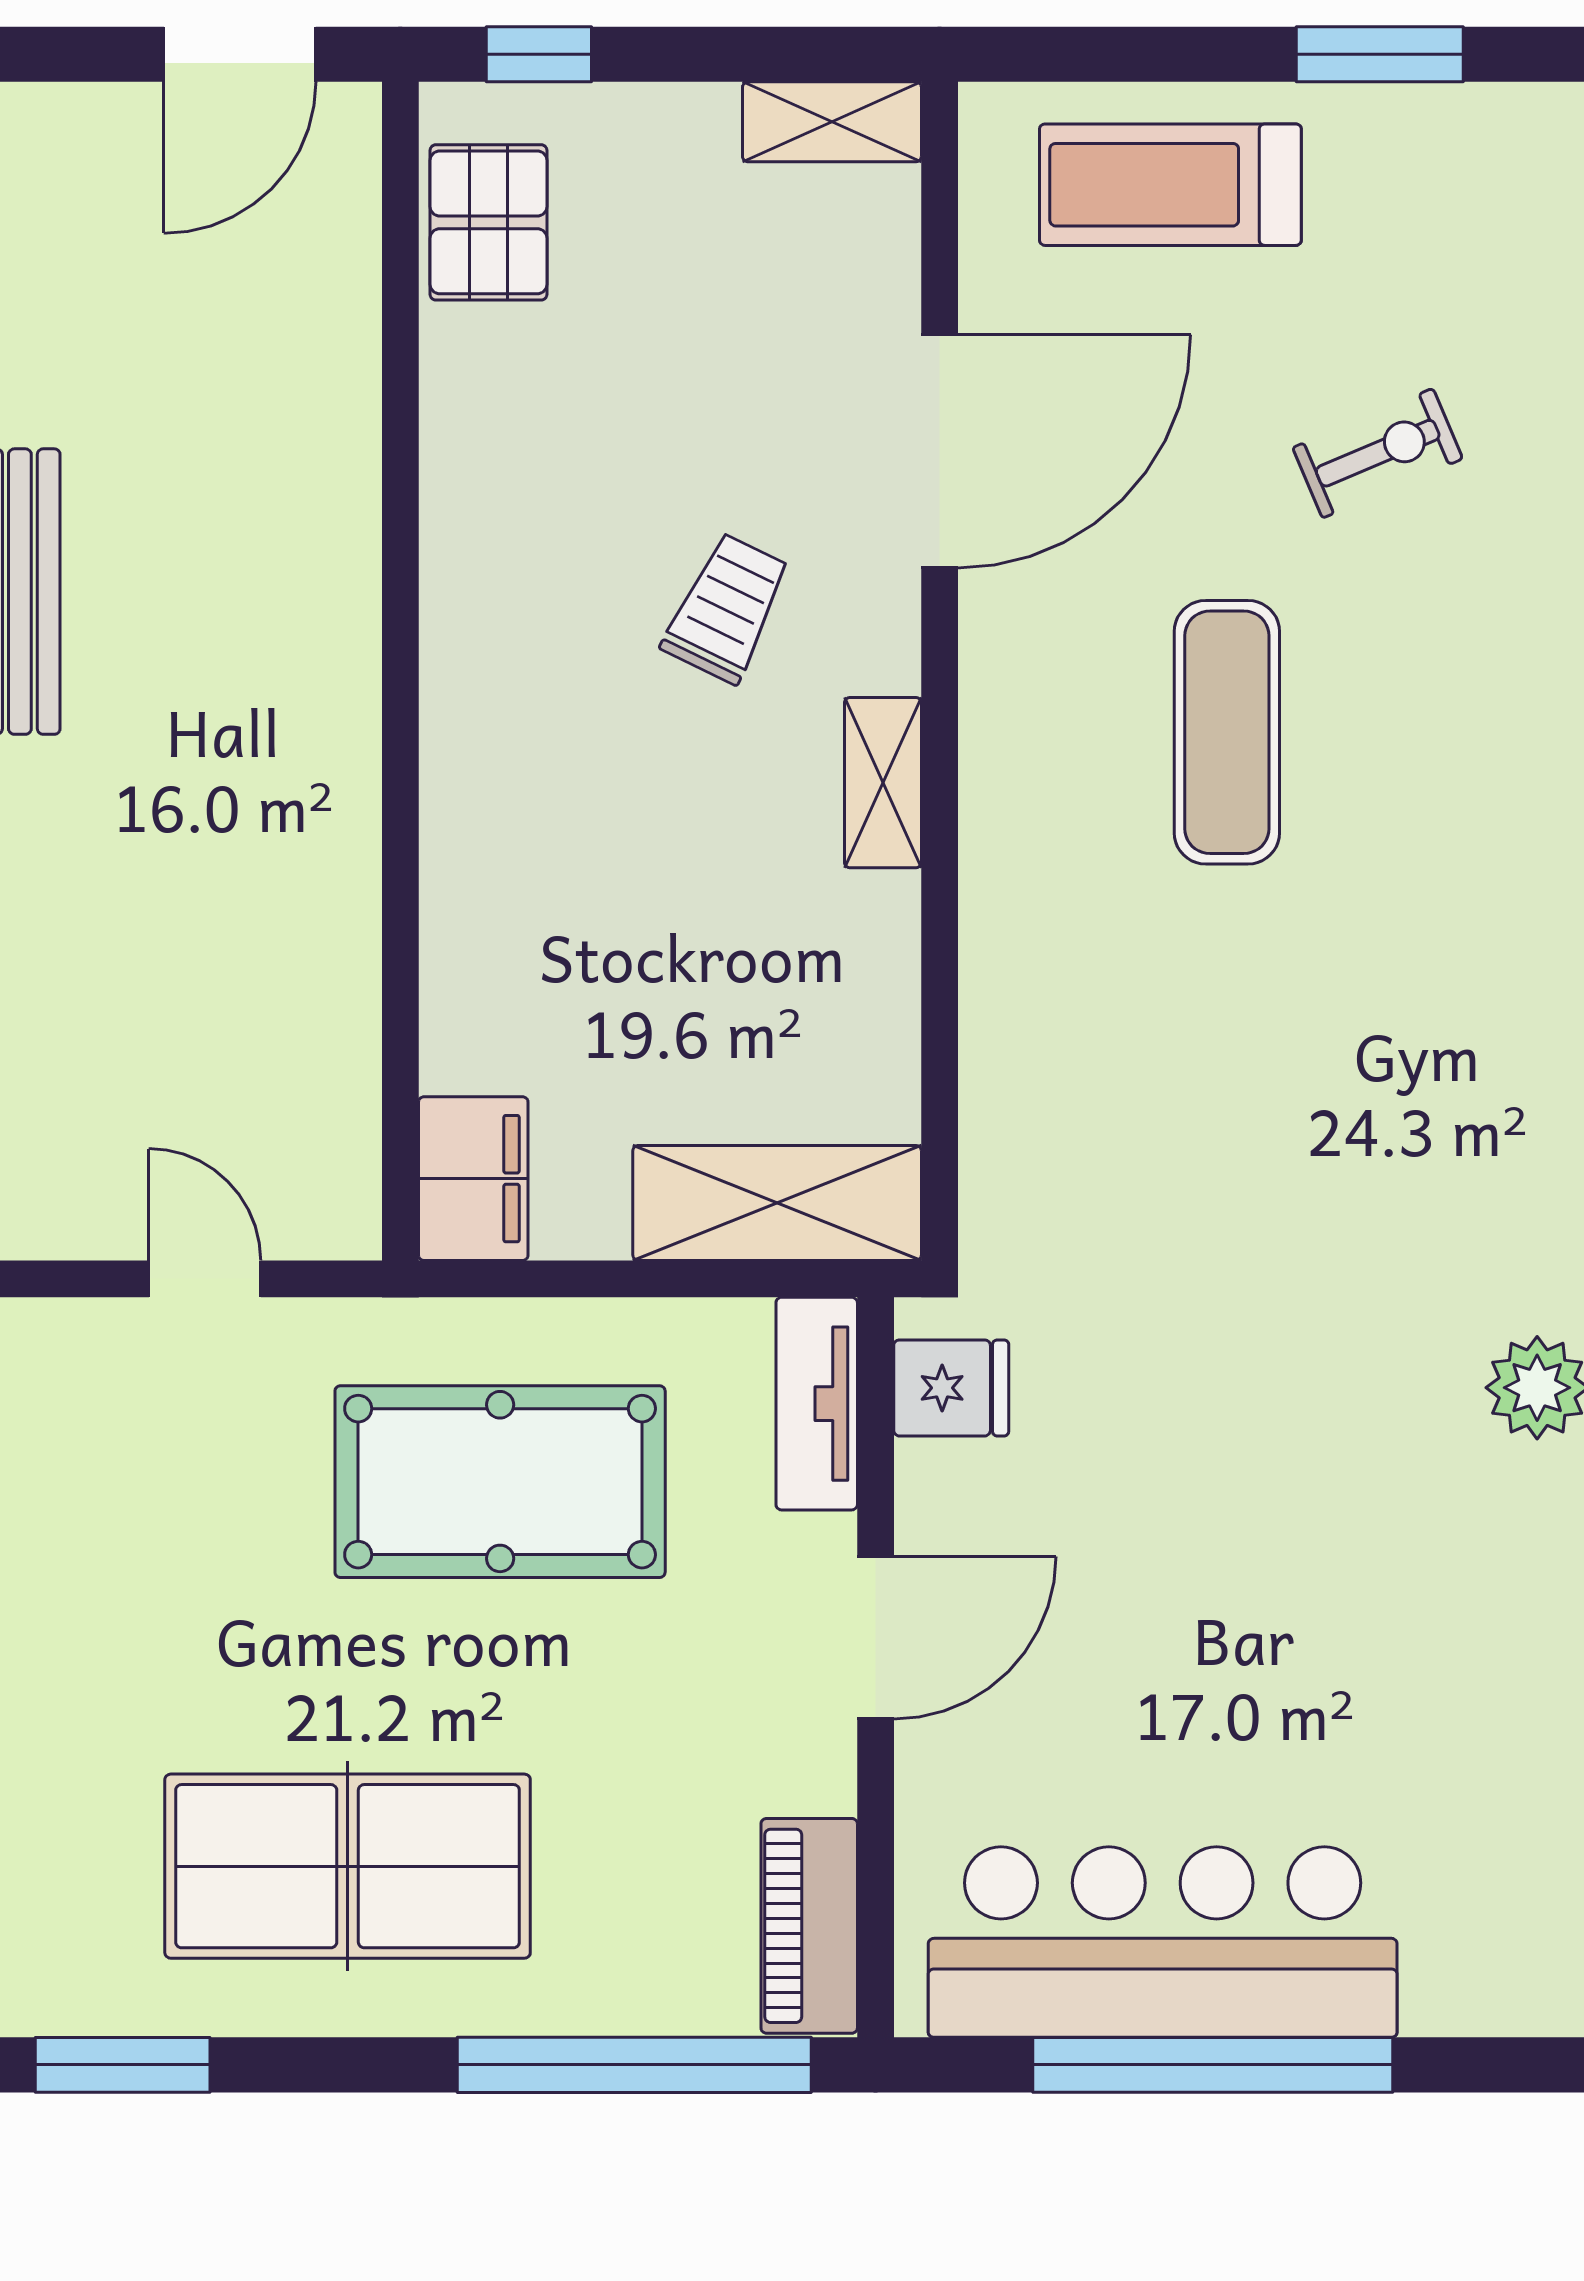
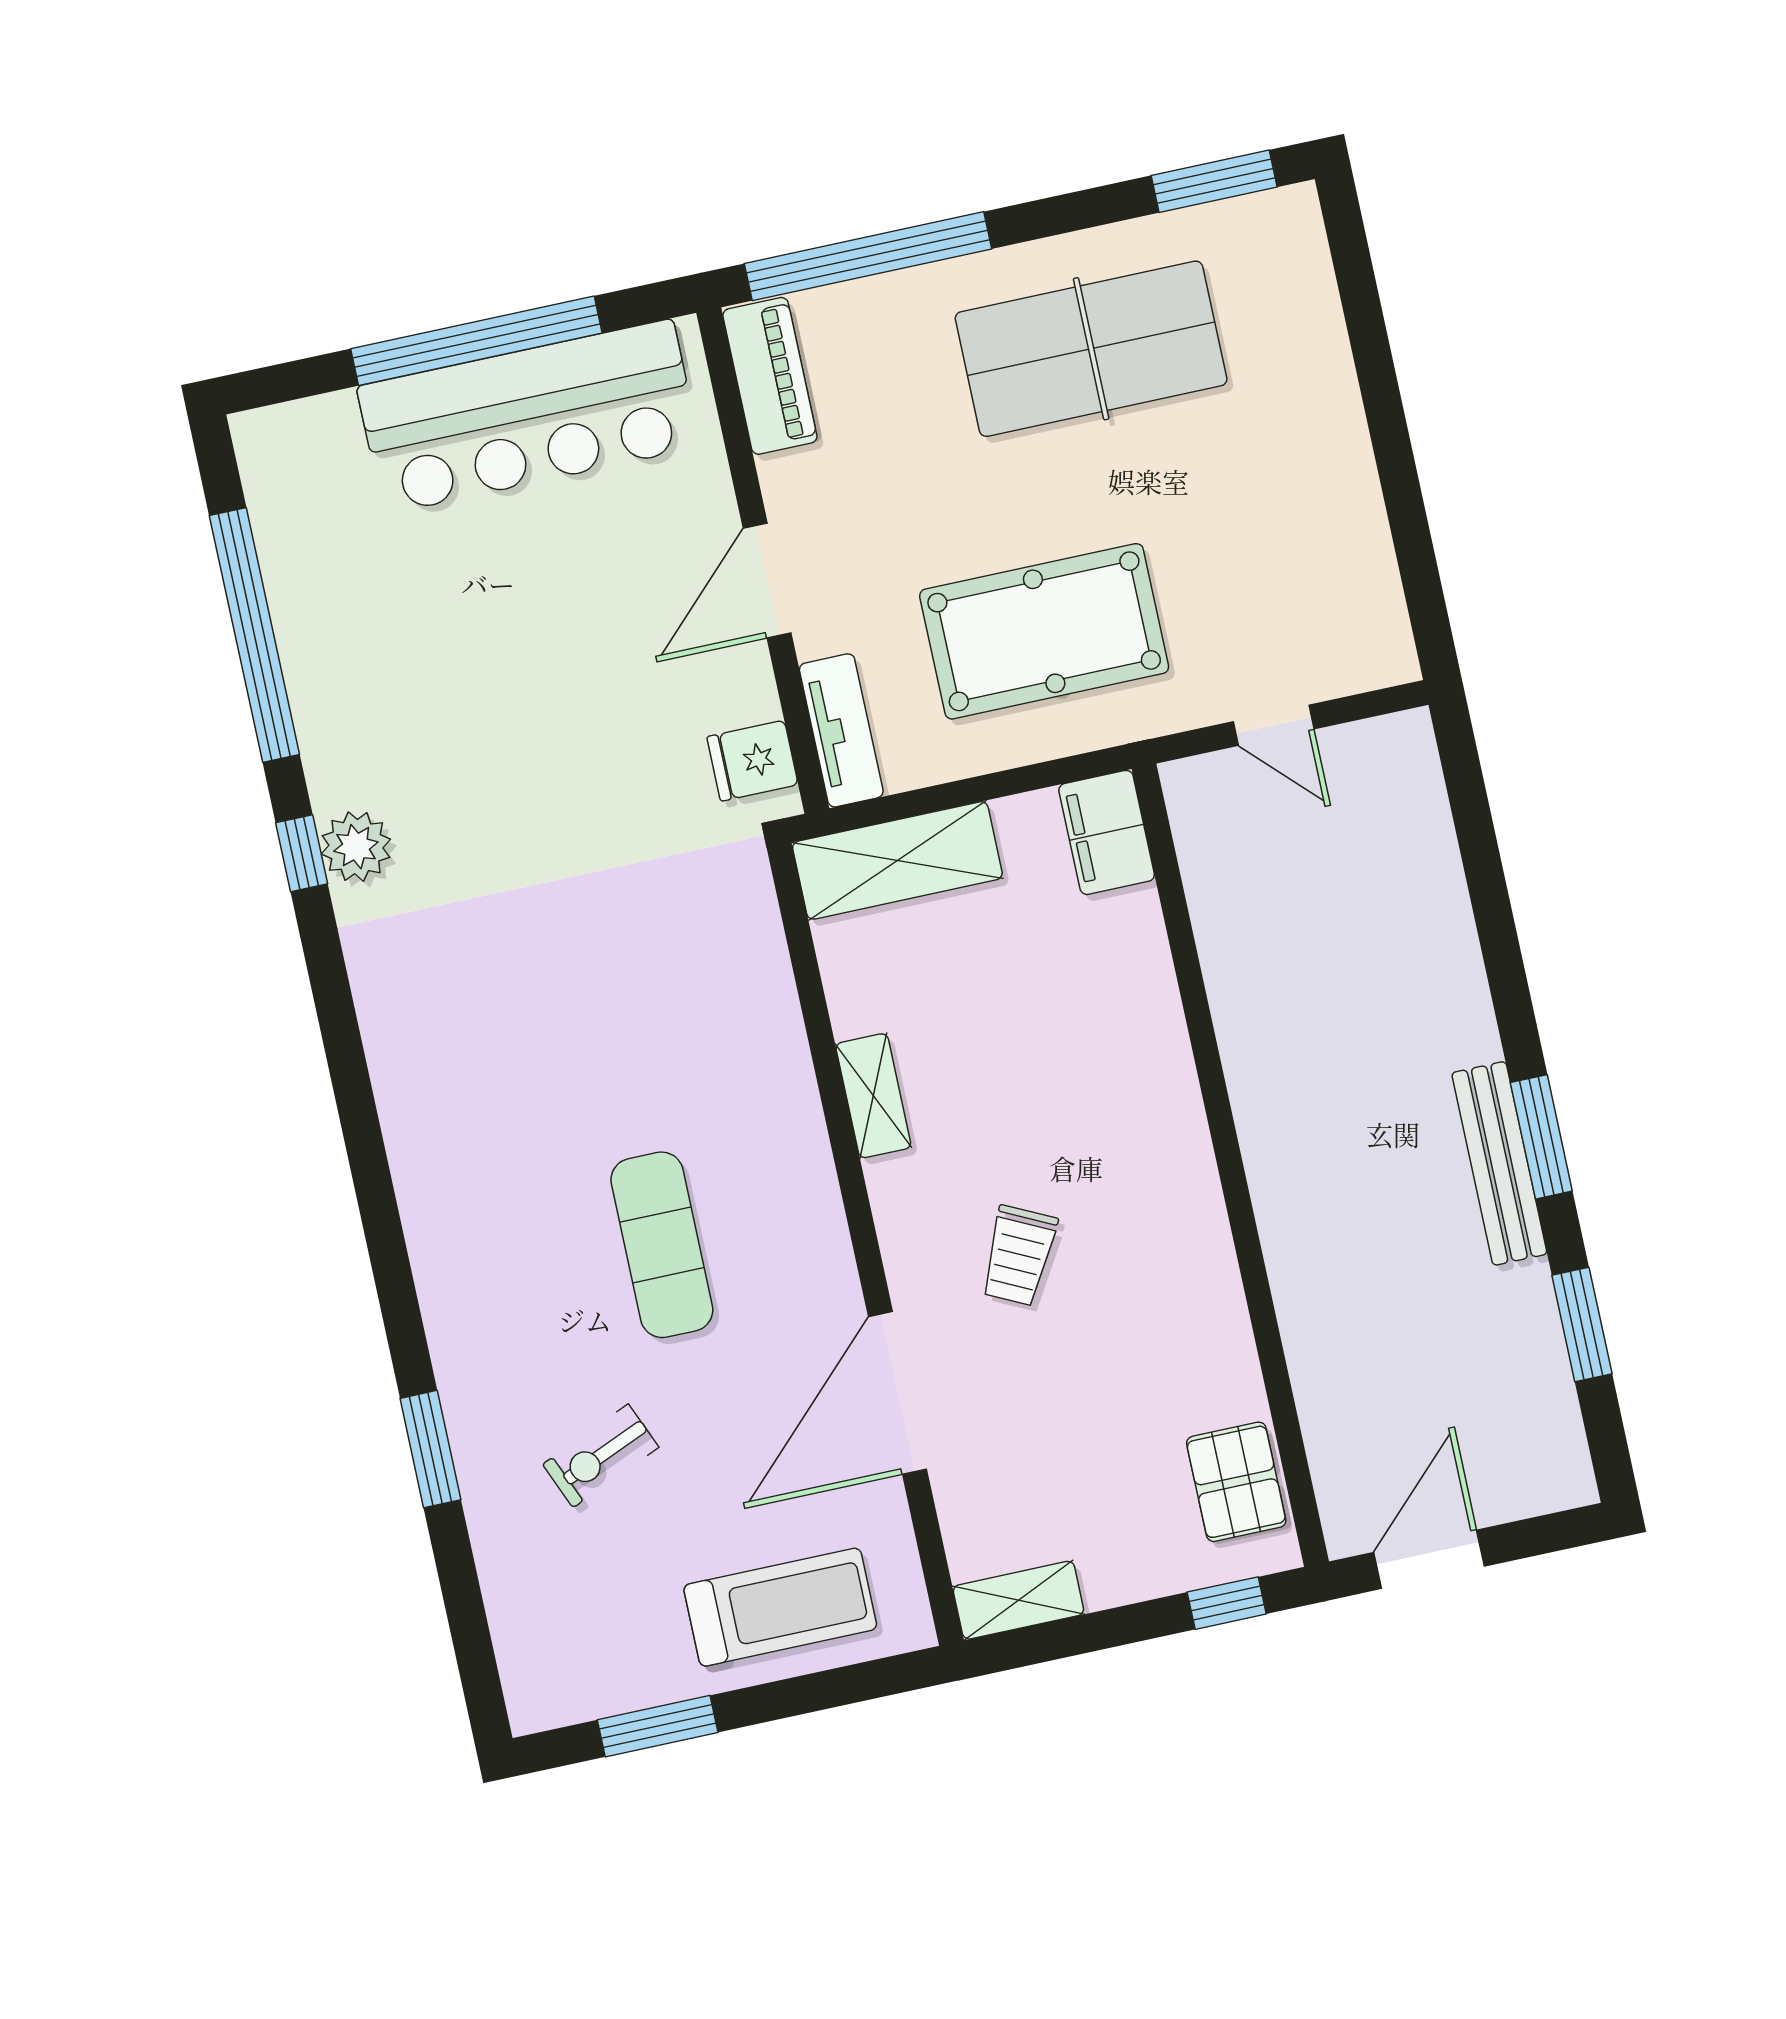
shelving: (883, 783) -> (873, 1096), moved

